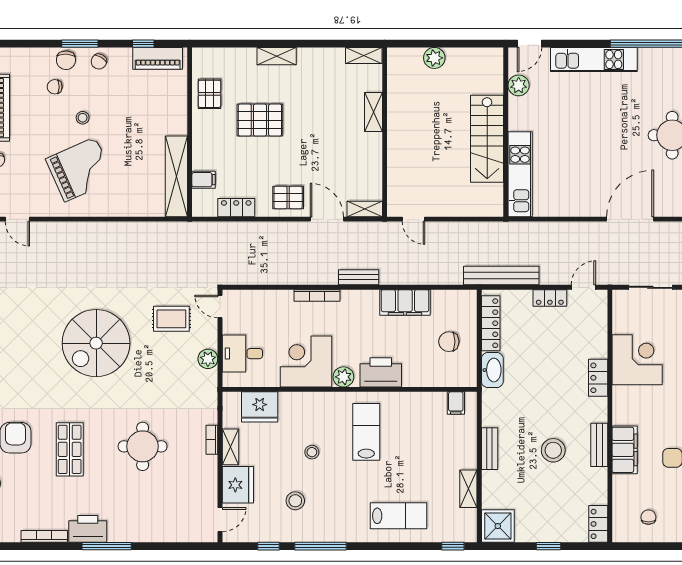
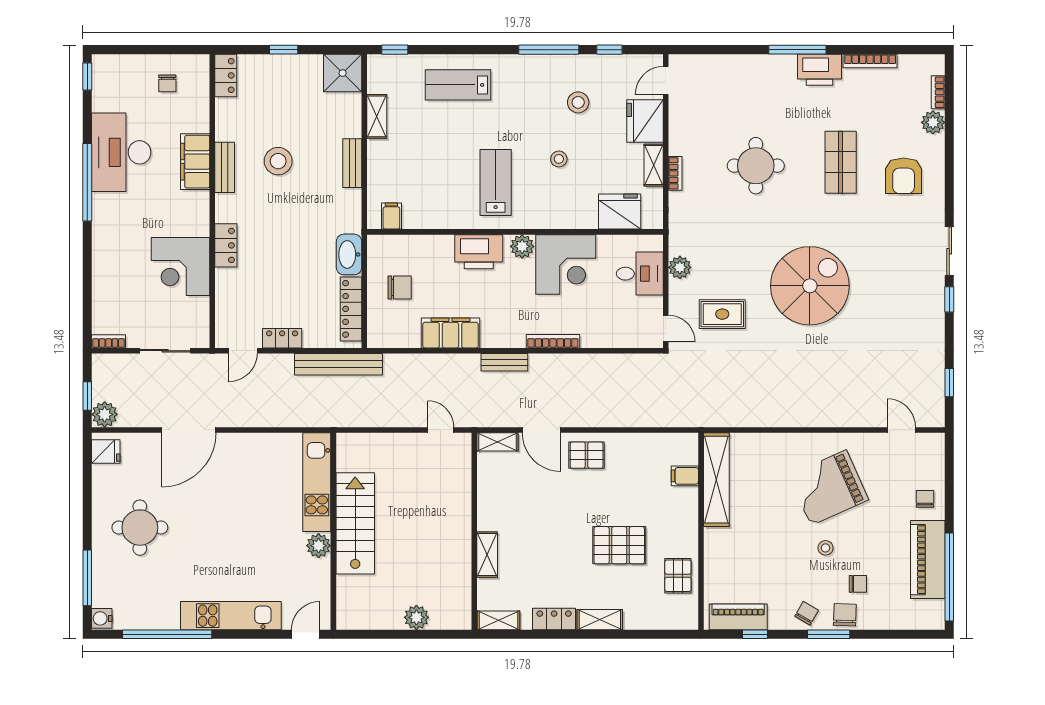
plant: (519, 85) -> (319, 546), moved
locker: (236, 208) -> (554, 619), moved, turned 180
lab bench: (366, 432) -> (496, 183), turned 180

